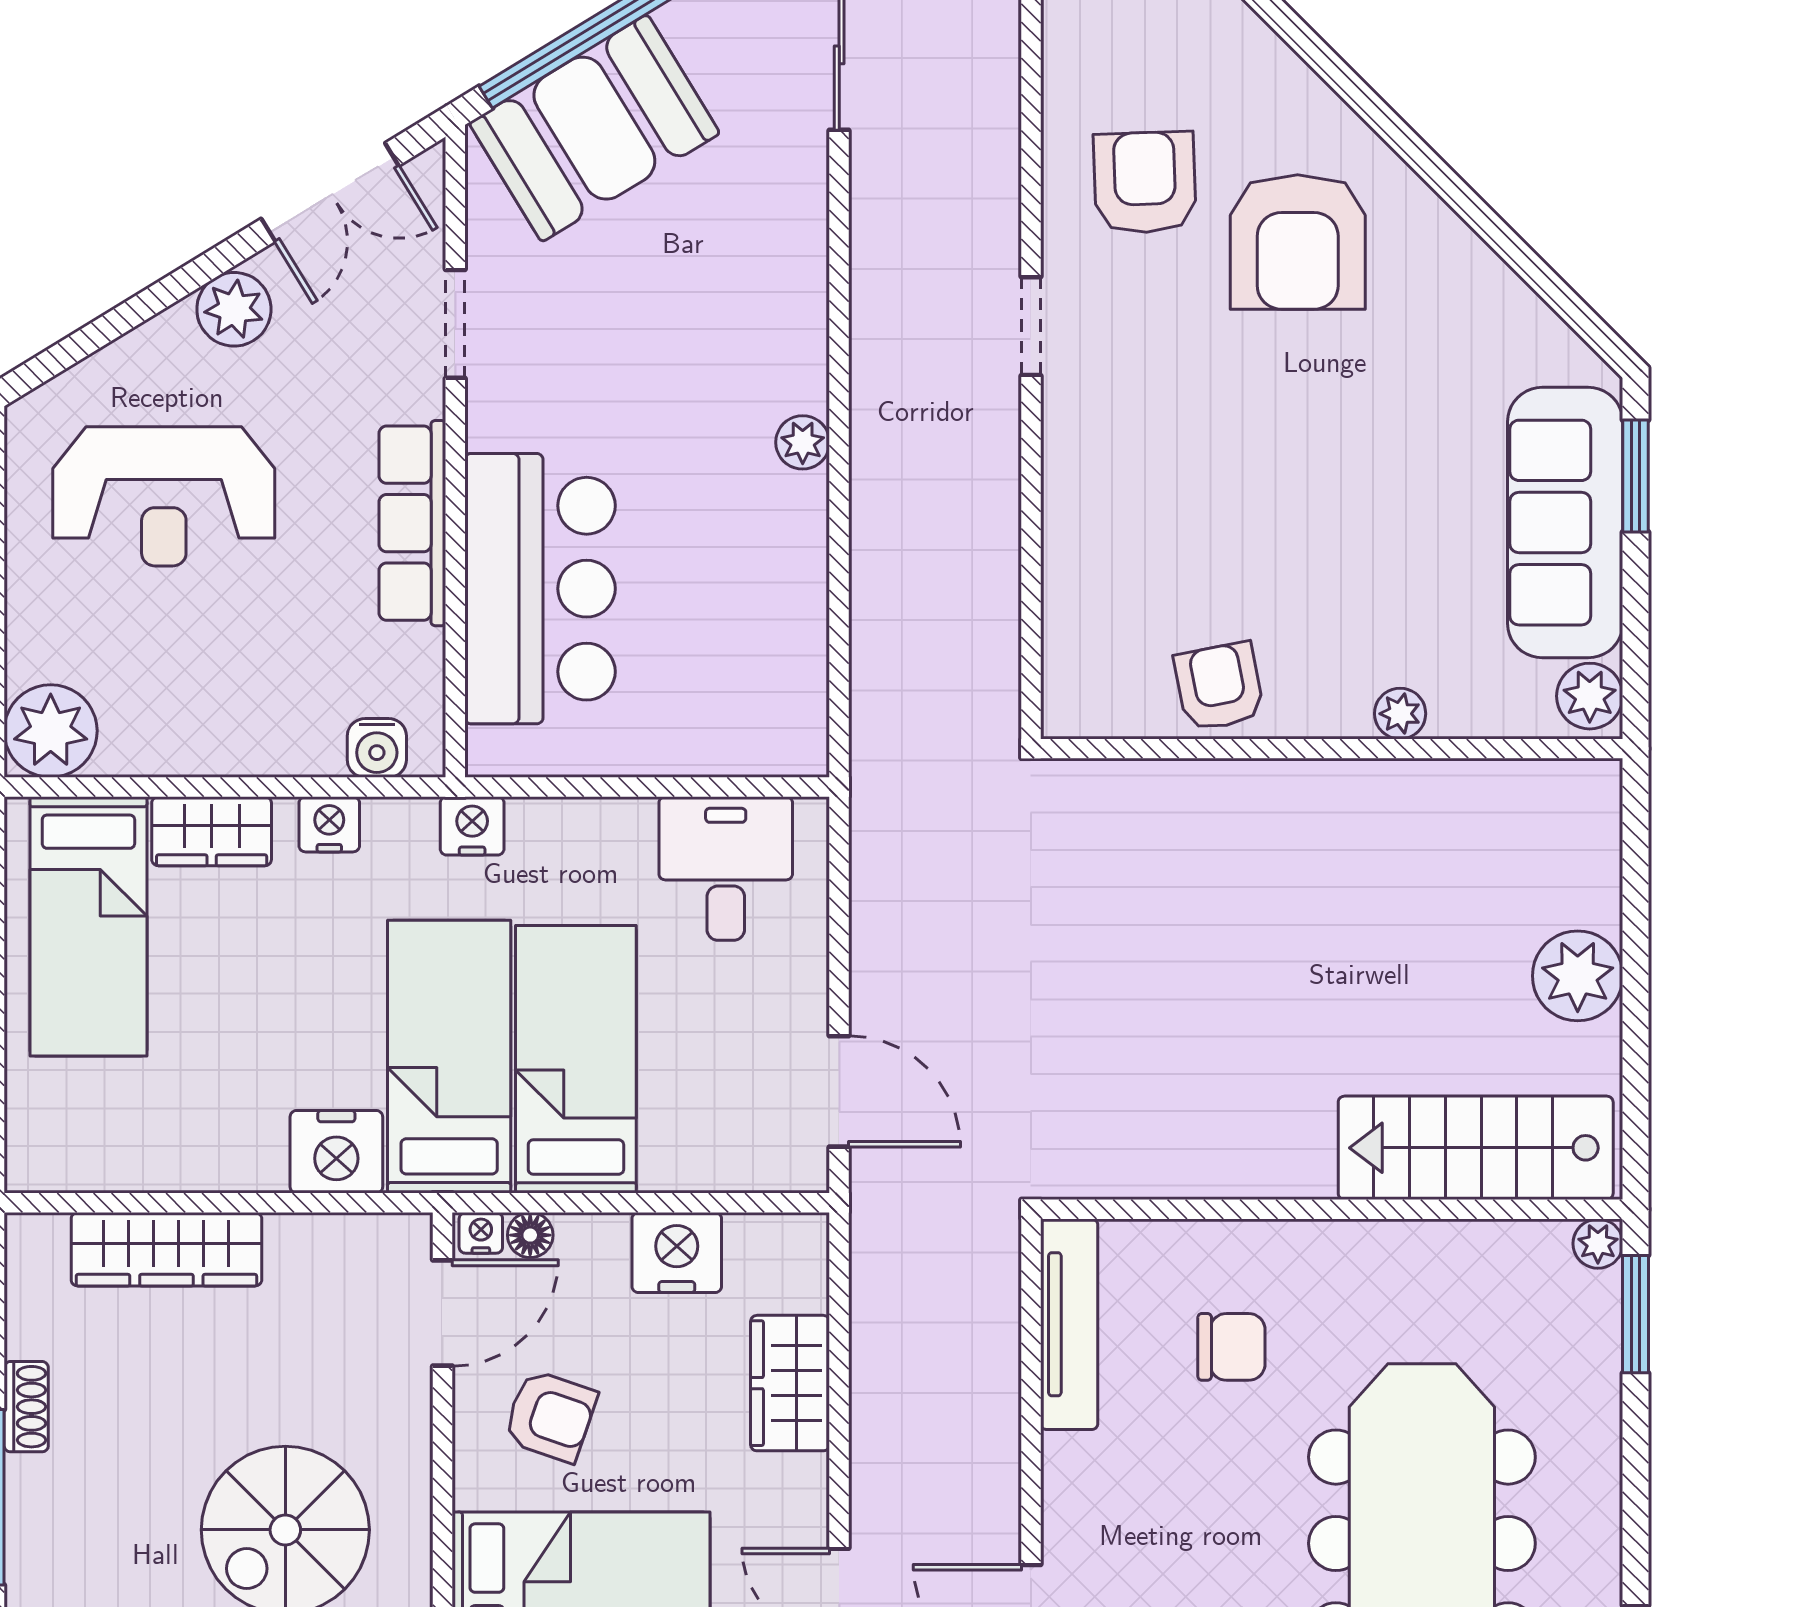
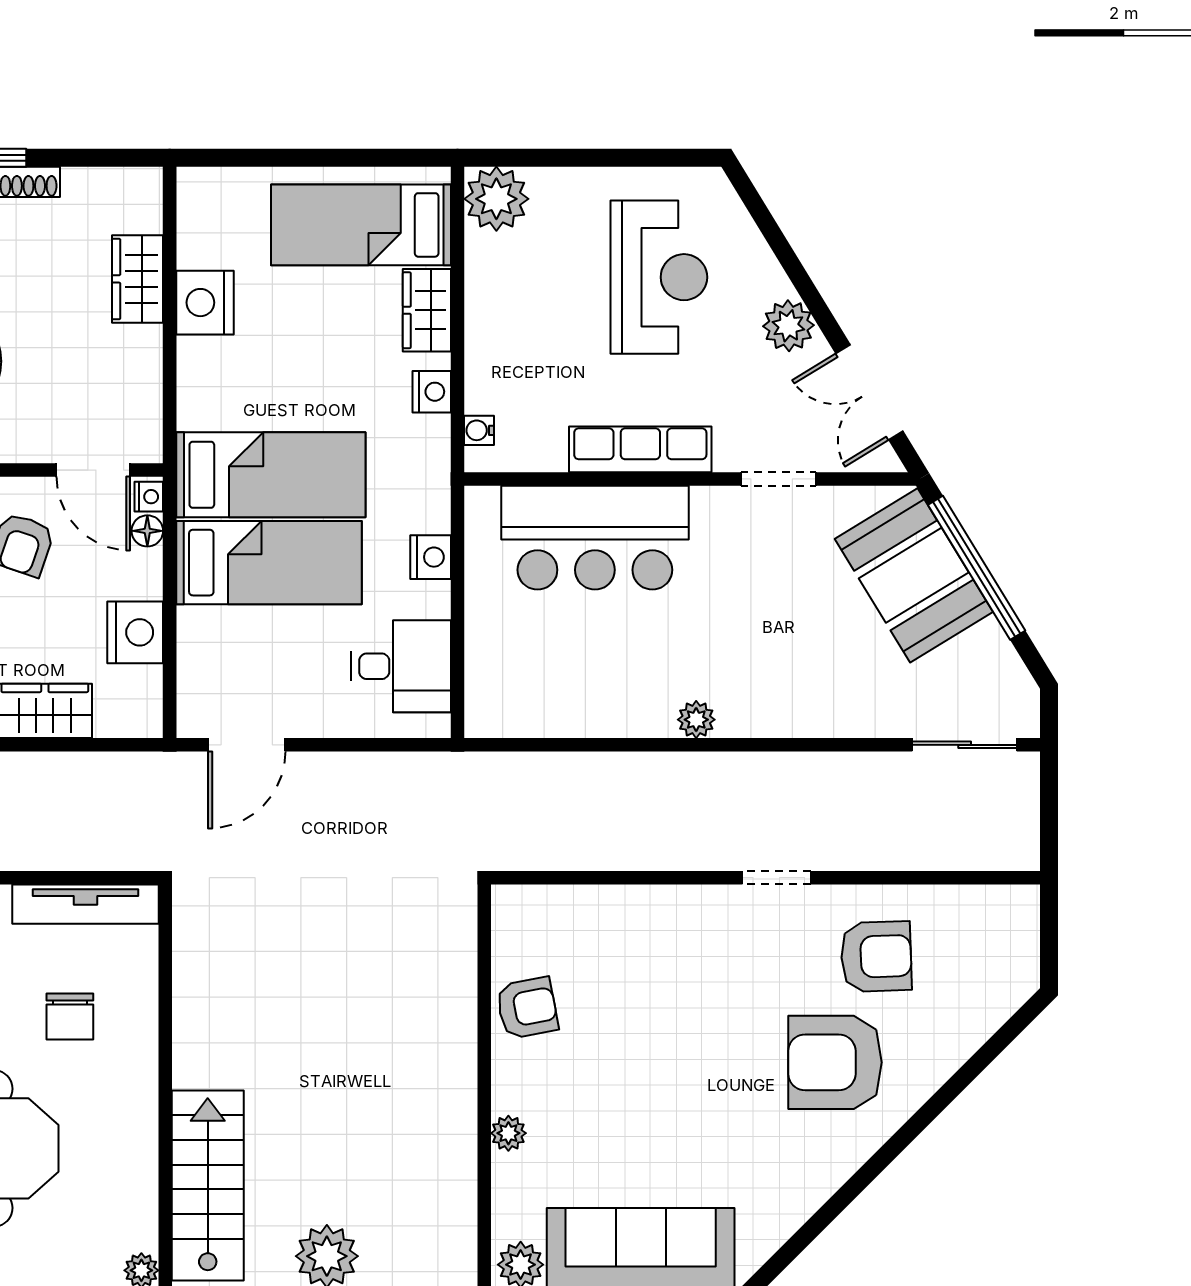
reception desk: (164, 496) -> (659, 277), turned 180
water cooler: (377, 748) -> (479, 430), width x0.72, depth x0.72
nightstand: (472, 826) -> (431, 557), moved
nightstand: (336, 1152) -> (205, 303), moved
wardrobe: (166, 1249) -> (137, 279), width x0.67

